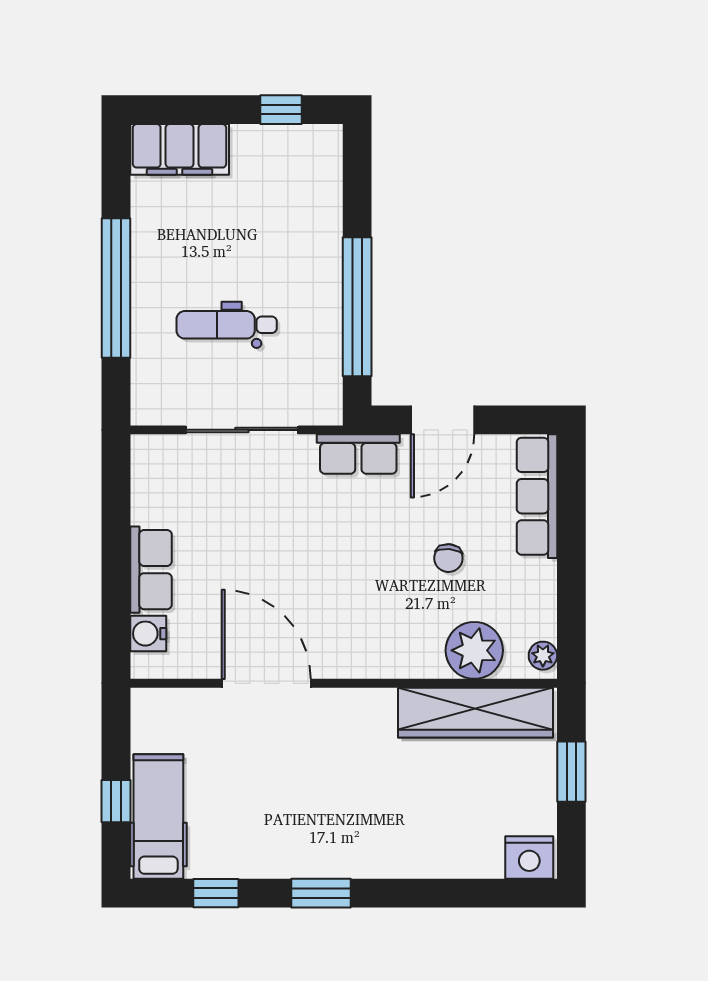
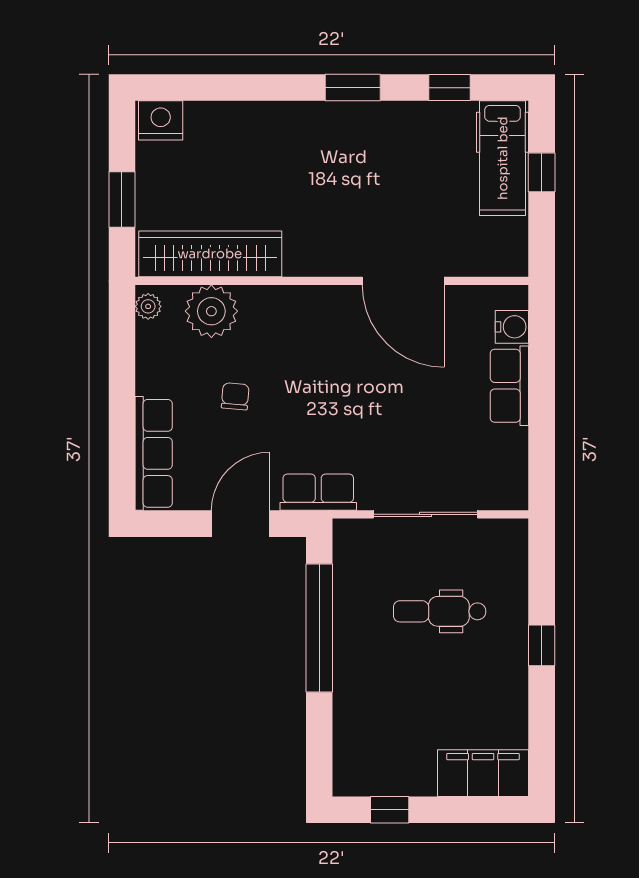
window: (116, 288) -> (542, 645), width x0.32
dental chair: (227, 325) -> (440, 611), turned 180

